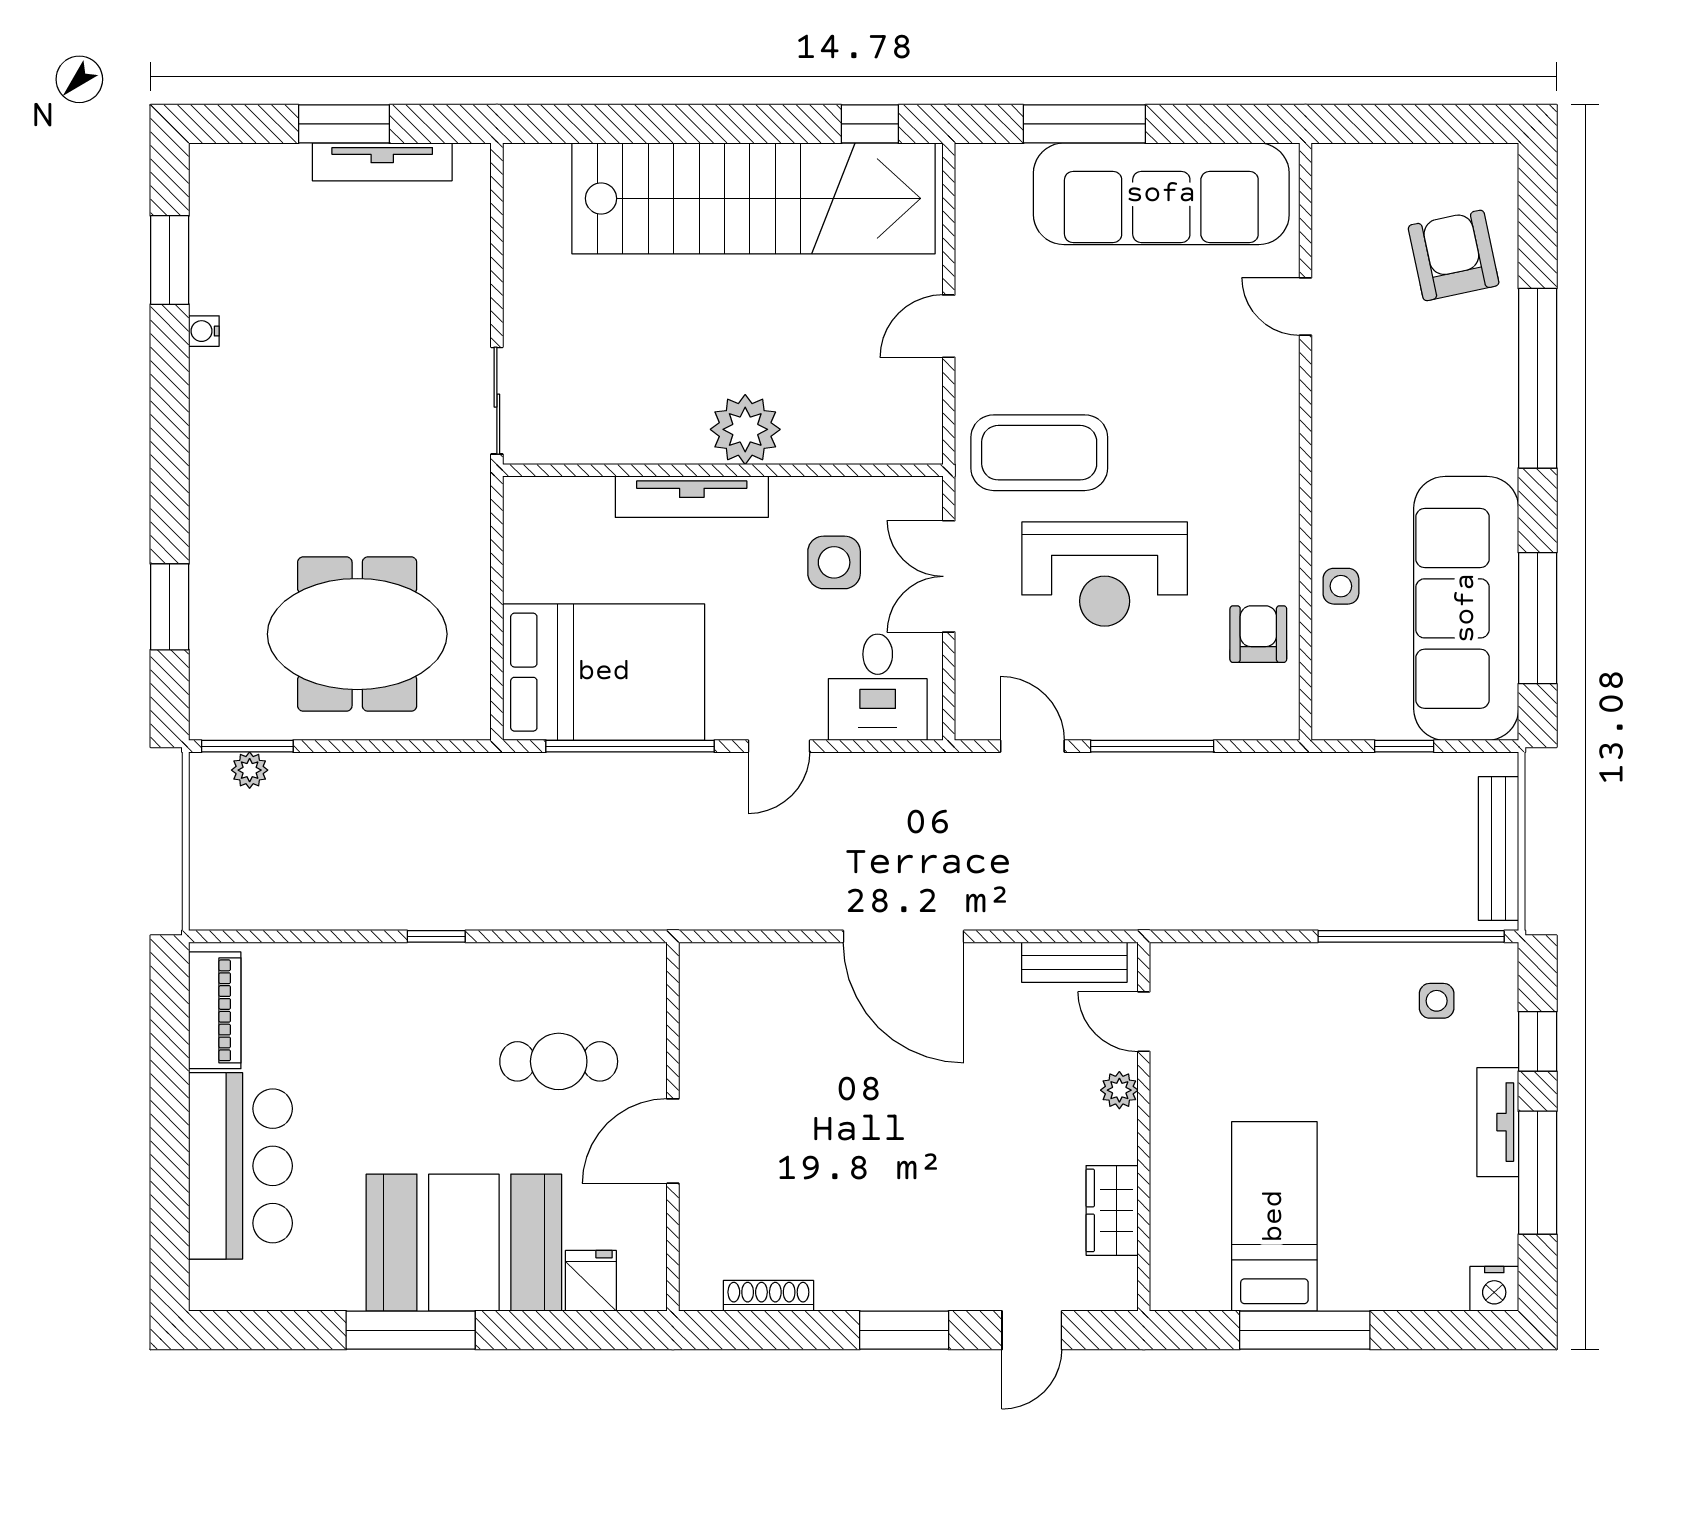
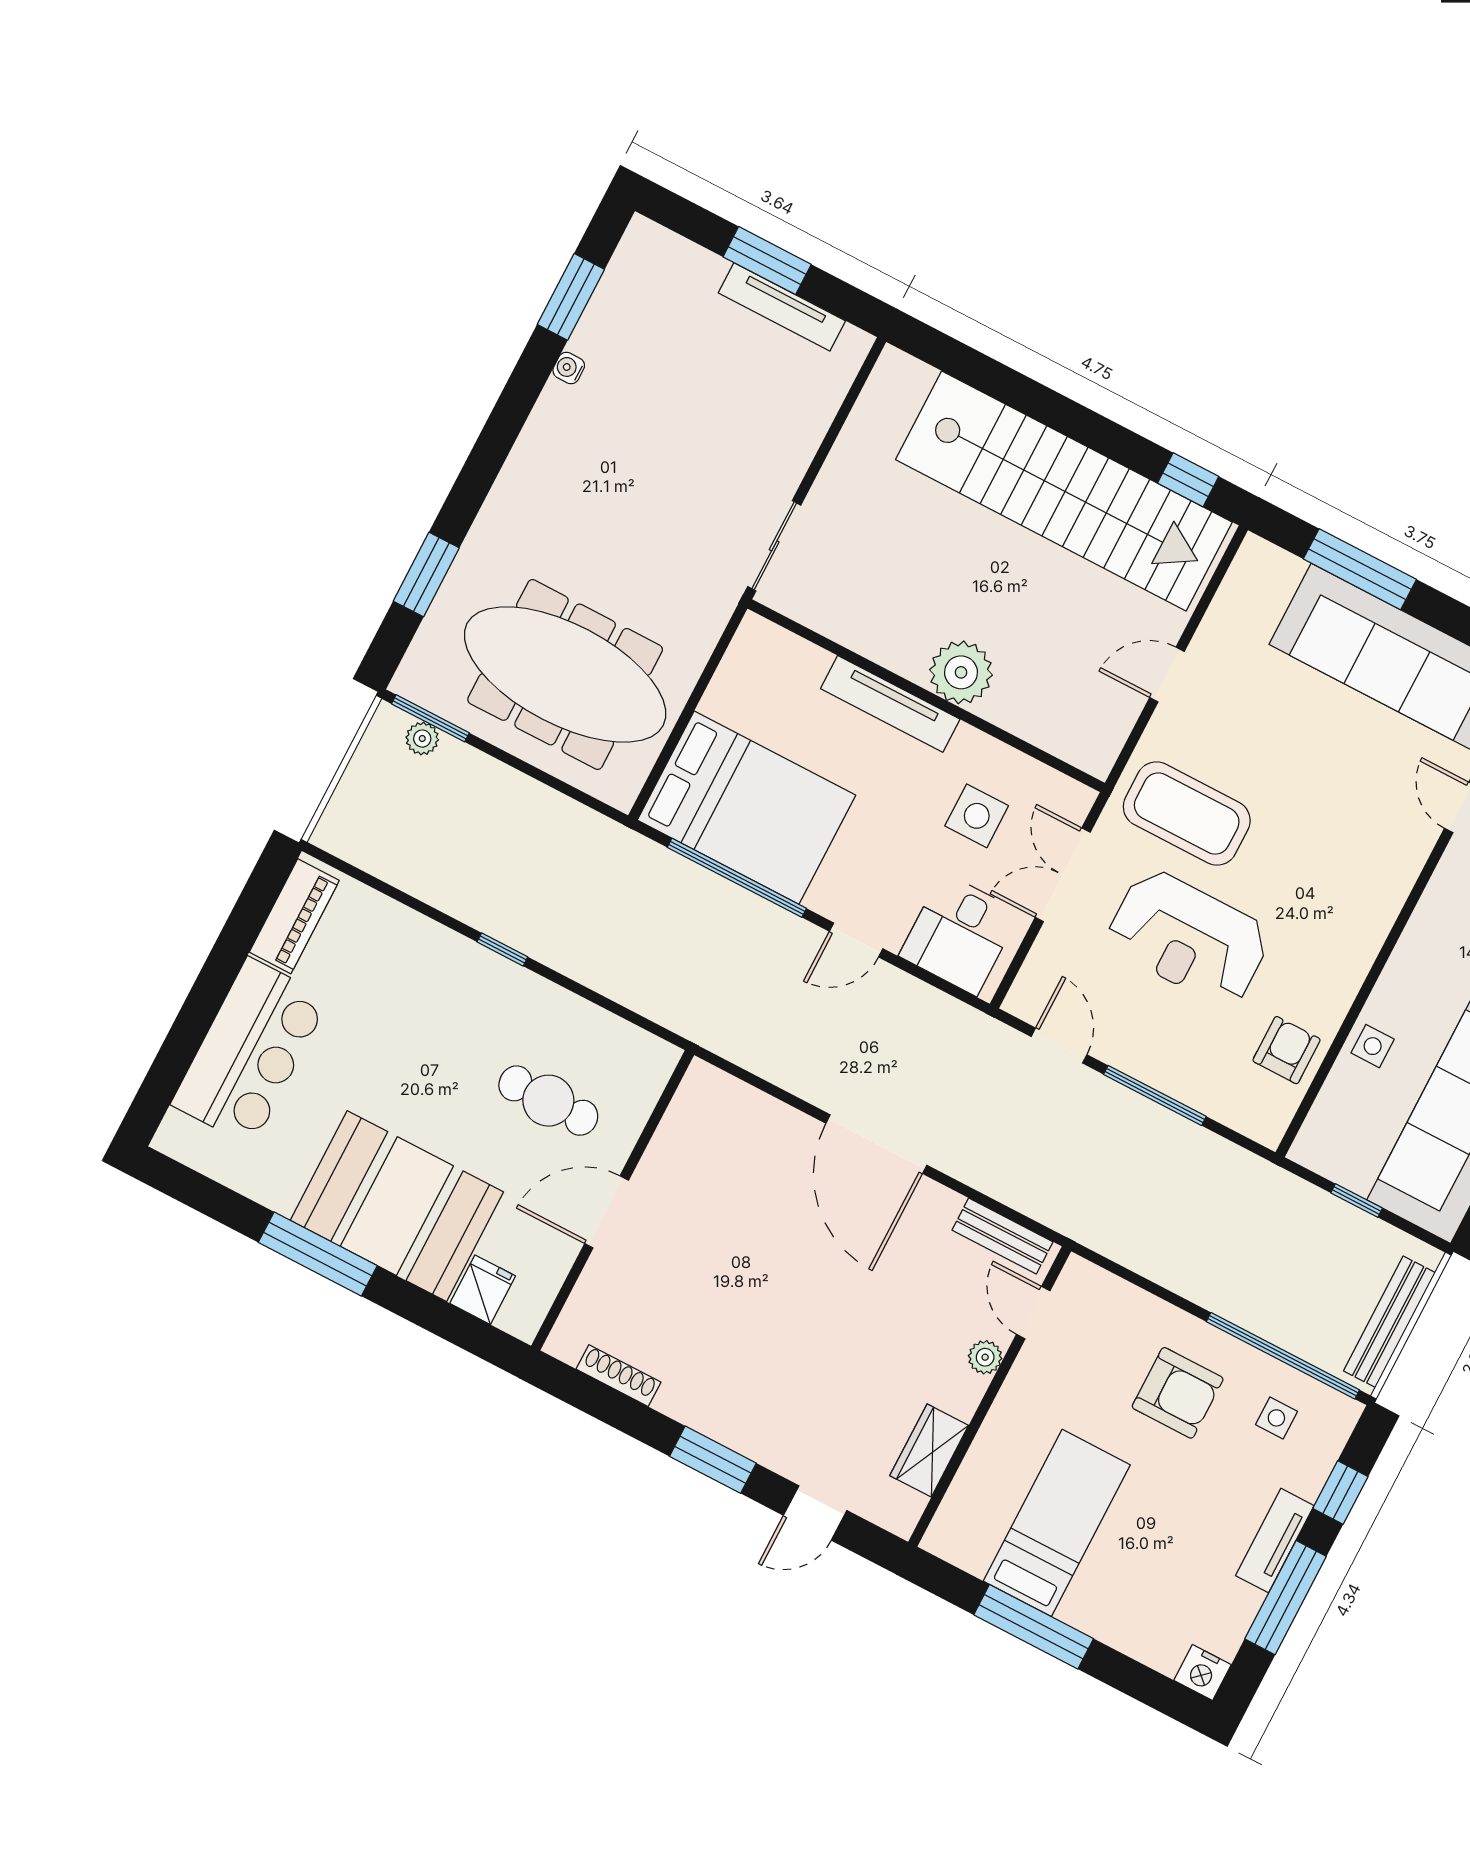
meeting table: (357, 634) -> (565, 674), width x1.36
armchair: (1327, 1027) -> (1178, 1393), added

